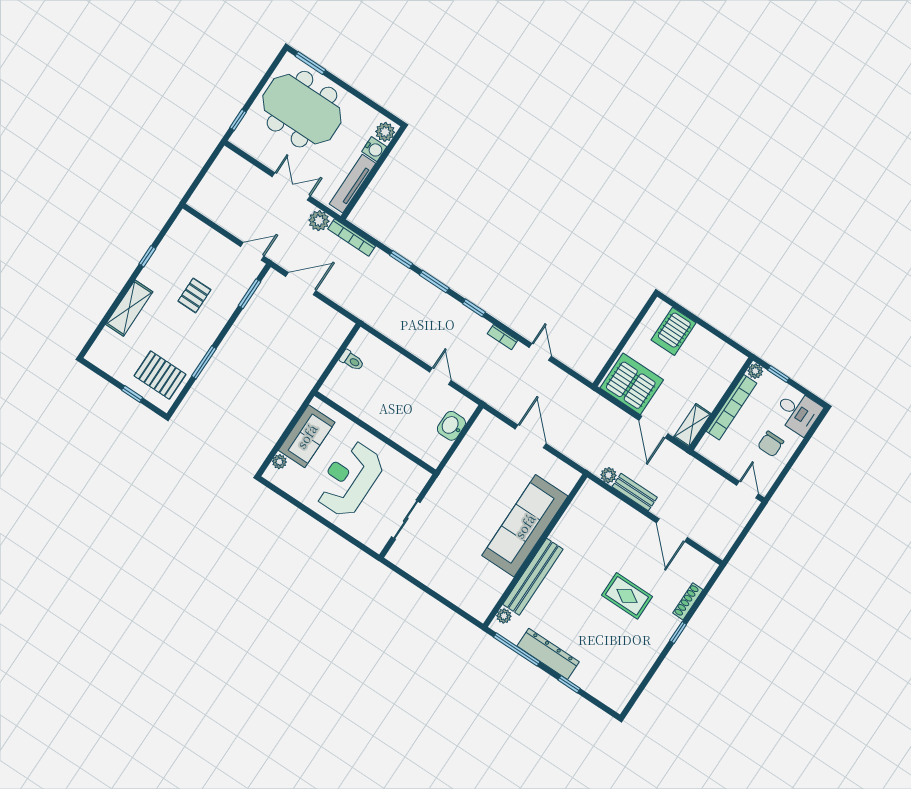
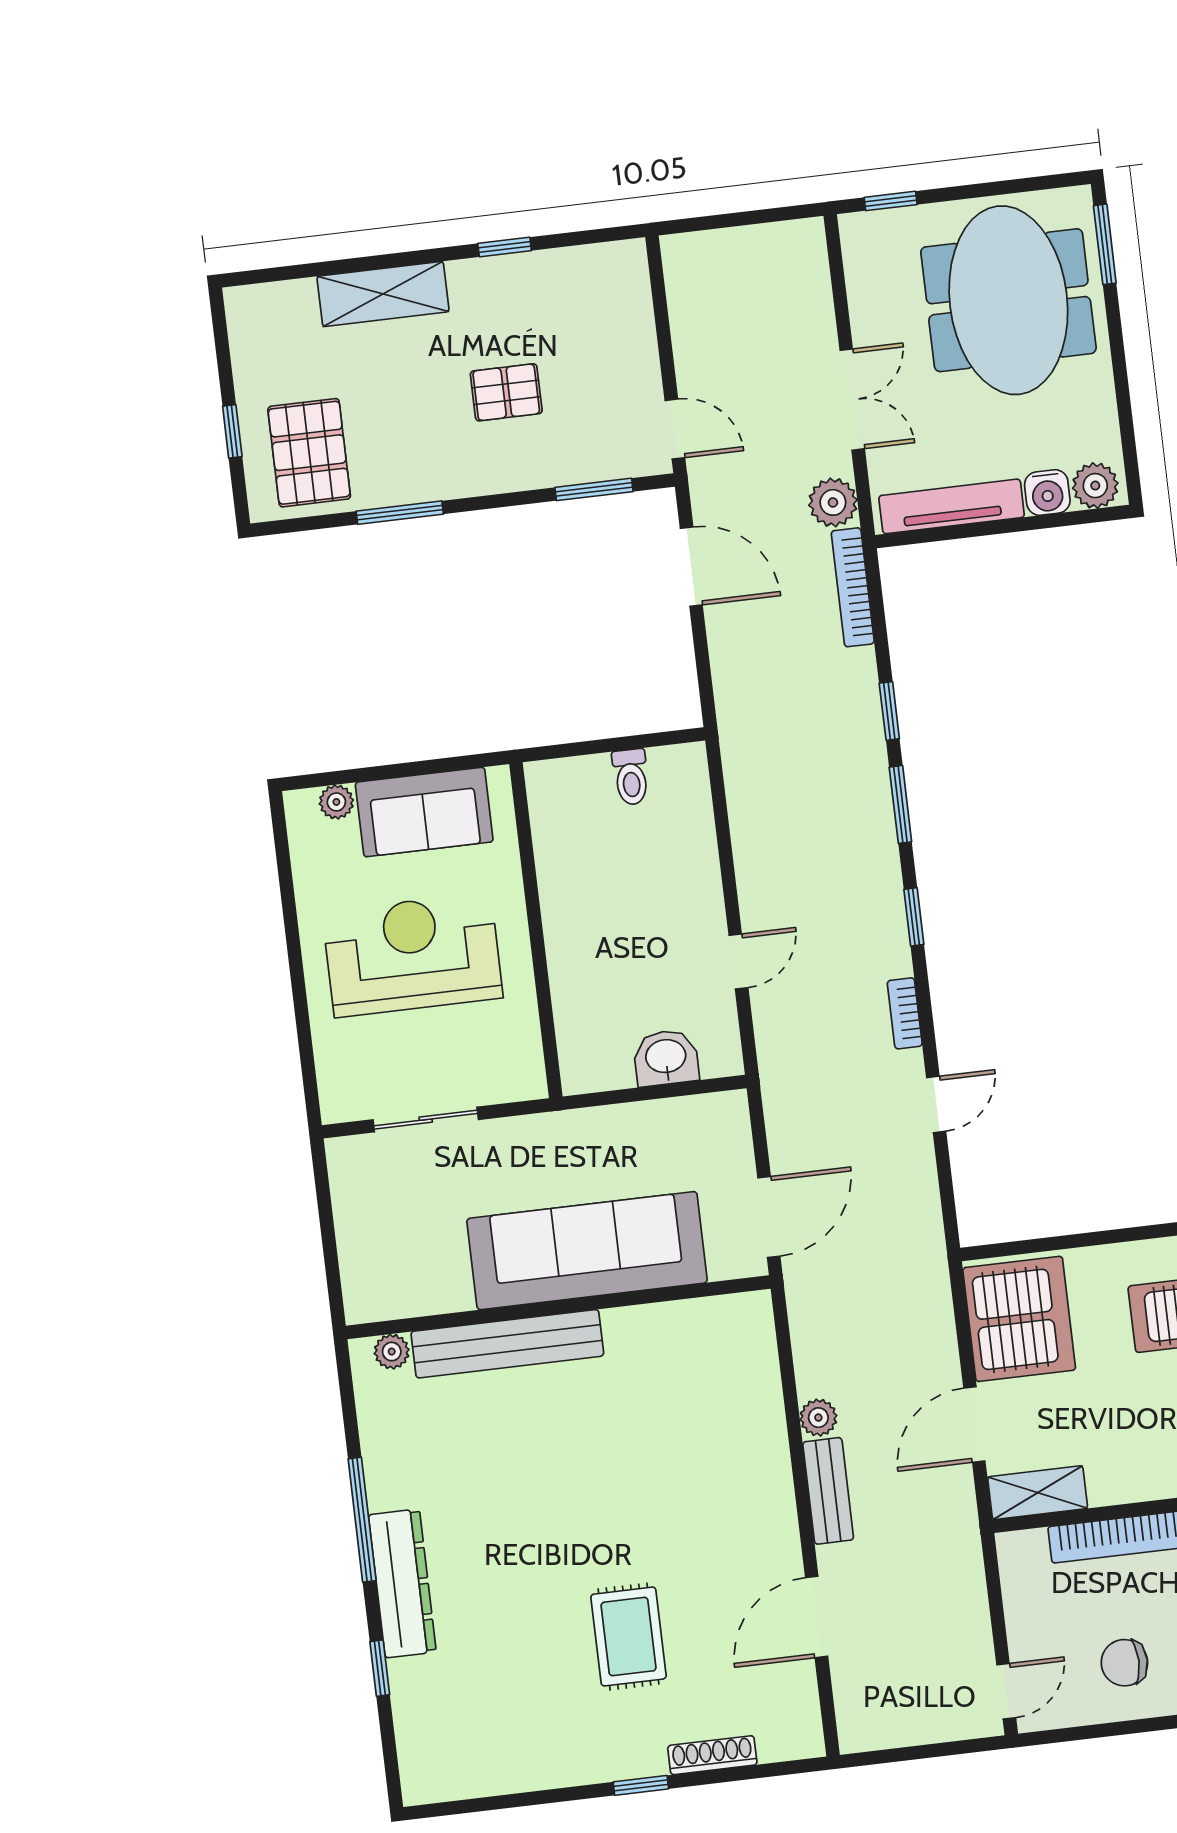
sofa: (525, 526) -> (587, 1251), moved
wall: (535, 550) -> (558, 1307), moved
bench: (533, 577) -> (507, 1344), moved
plant: (504, 616) -> (392, 1352), moved

